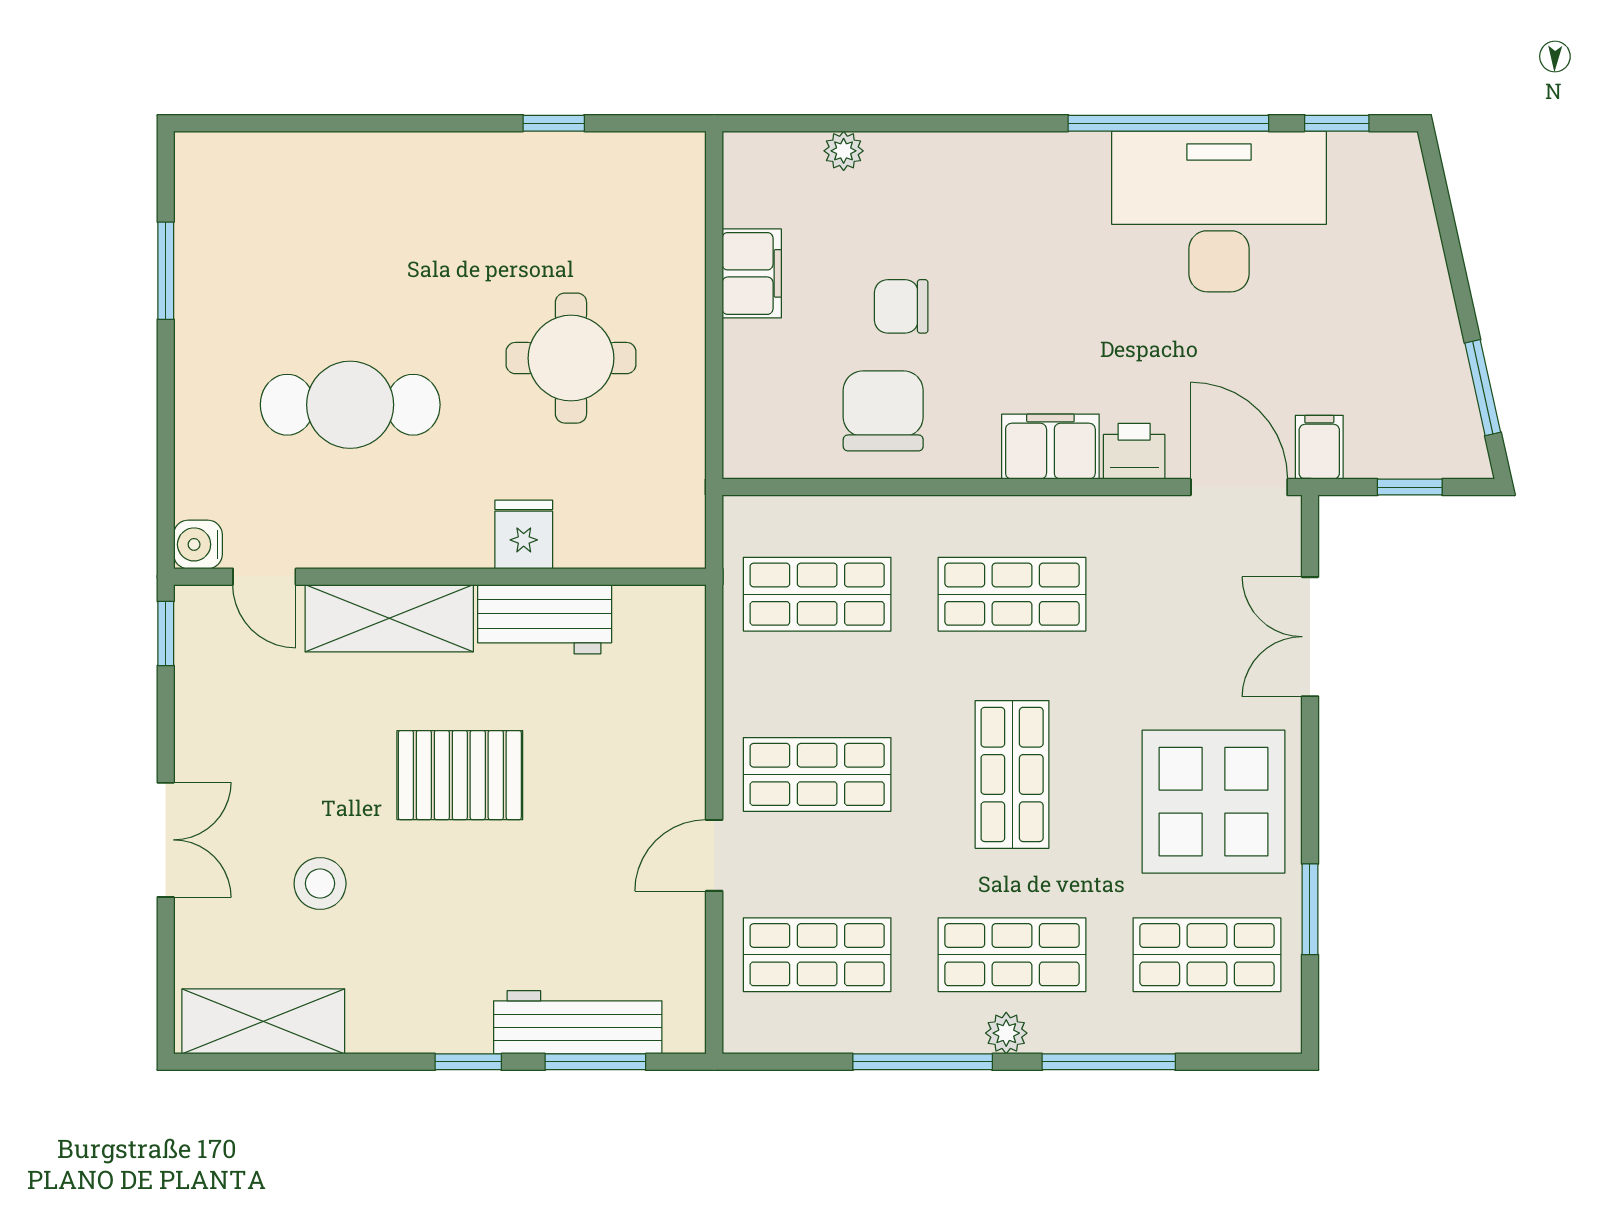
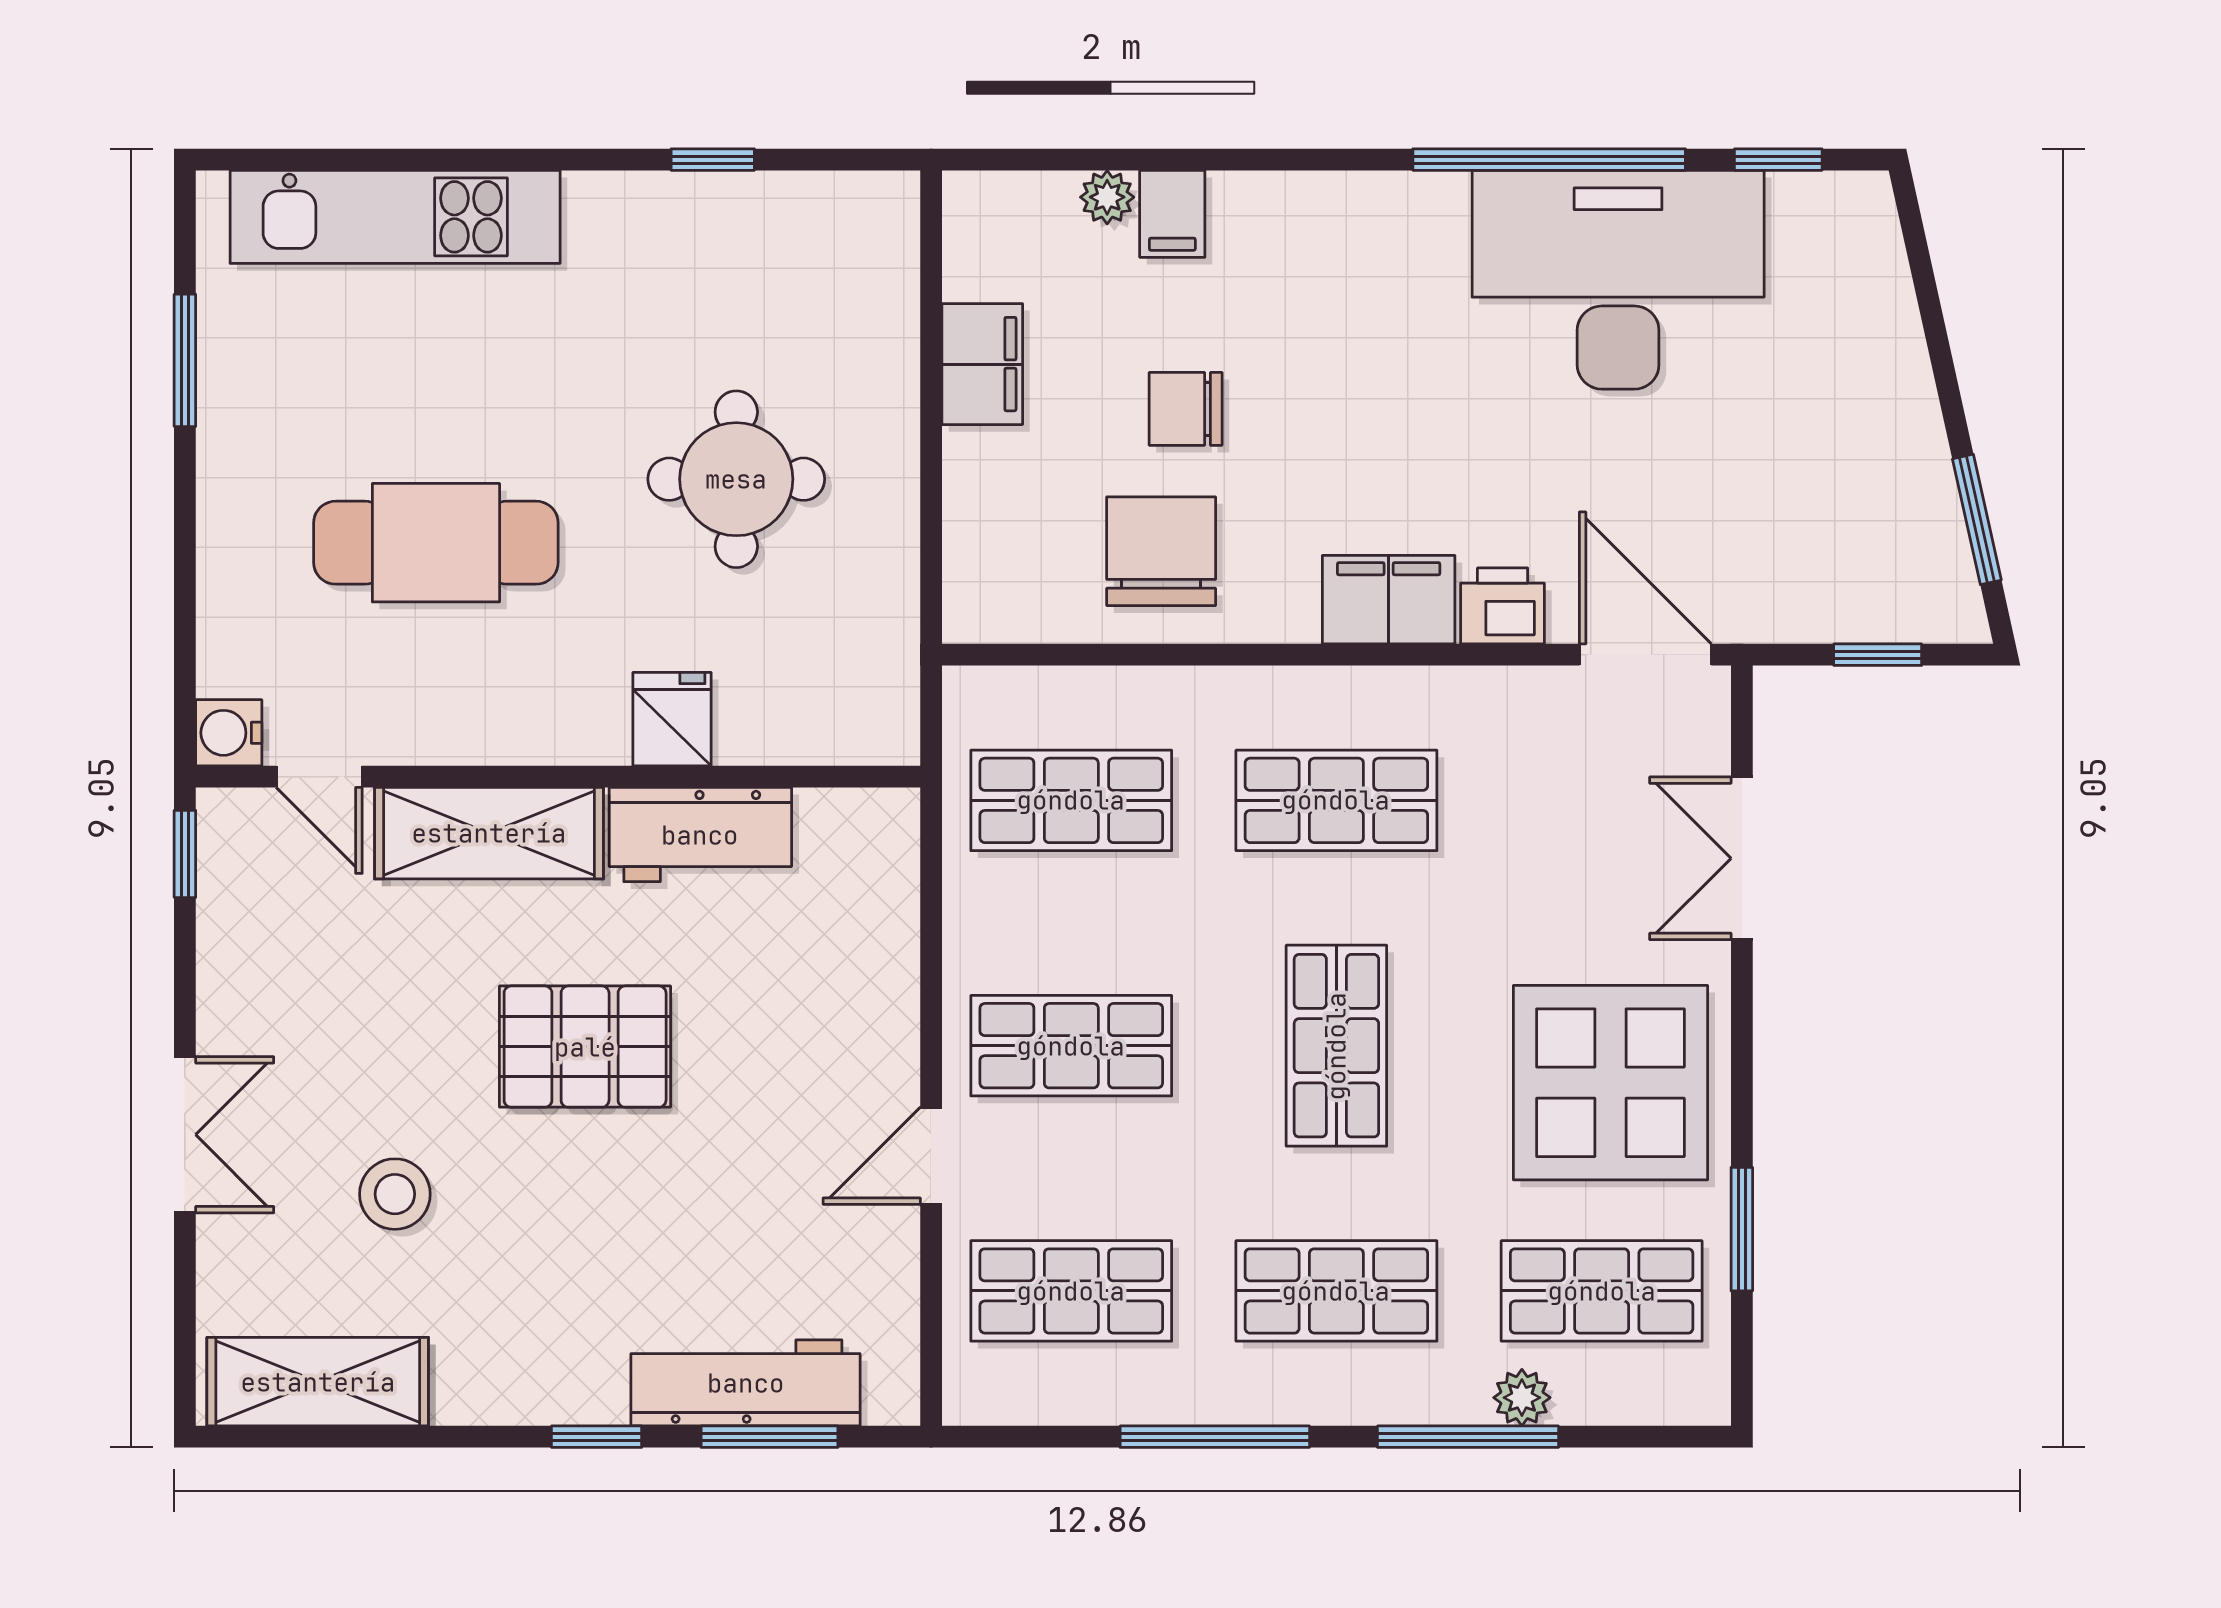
kitchen unit: (320, 165) -> (395, 217), added
filing cabinet: (1319, 447) -> (1172, 214), moved, turned 180
plant: (1006, 1033) -> (1522, 1398), moved

